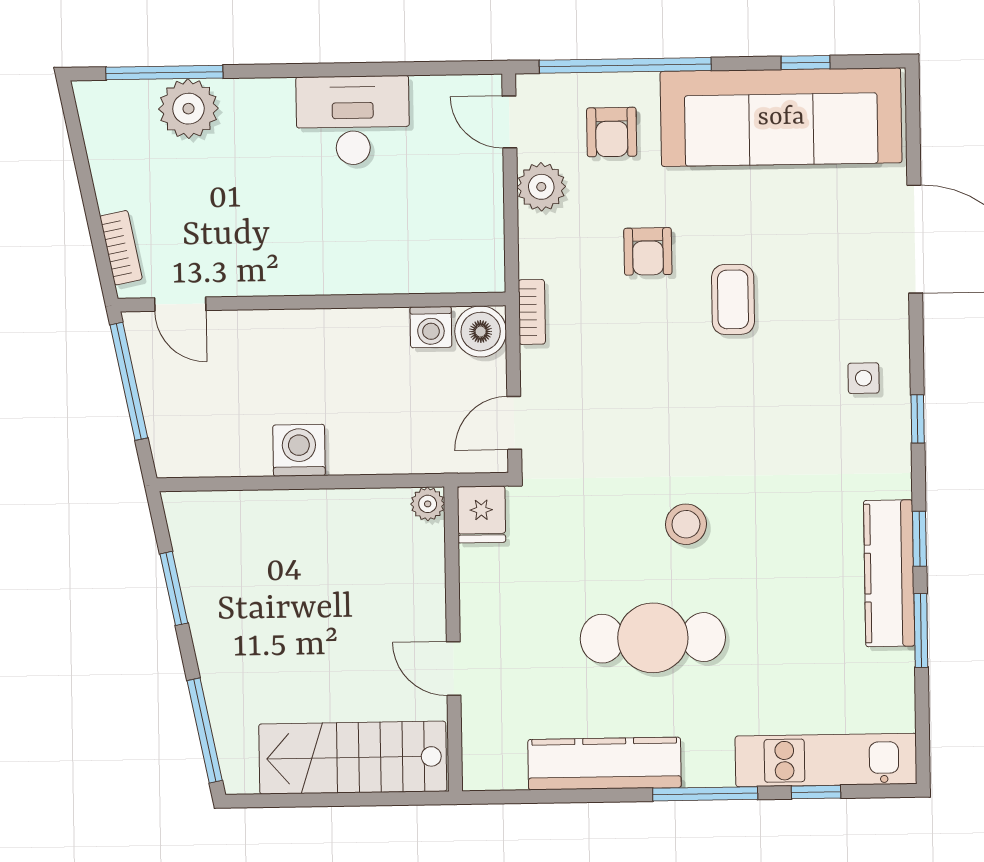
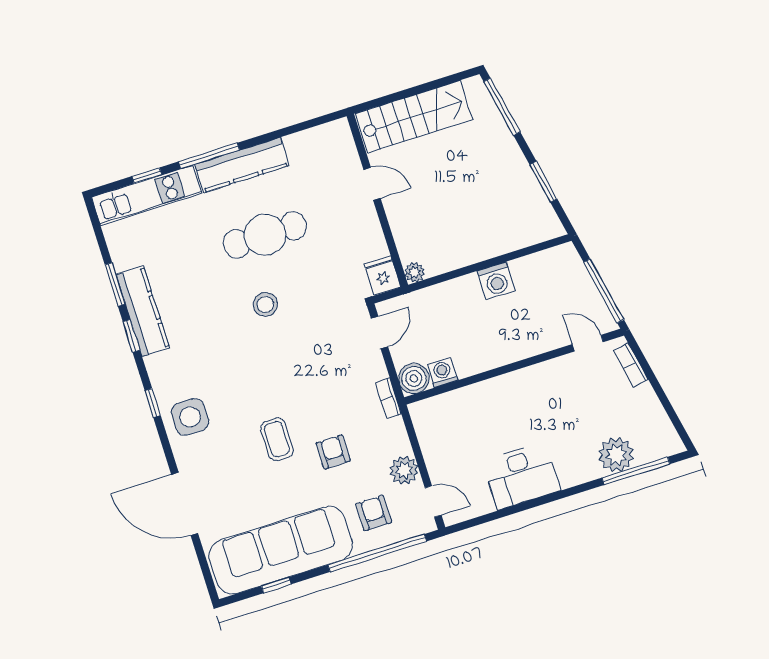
side table: (864, 378) -> (190, 417), width x1.87, depth x1.87
kitchen counter: (605, 764) -> (242, 165), moved

